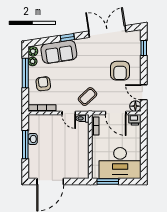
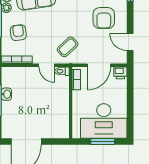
floor lamp: (135, 106) -> (121, 58), removed
door: (116, 113) -> (99, 65), hinge flipped
window: (108, 182) -> (103, 142), moved

